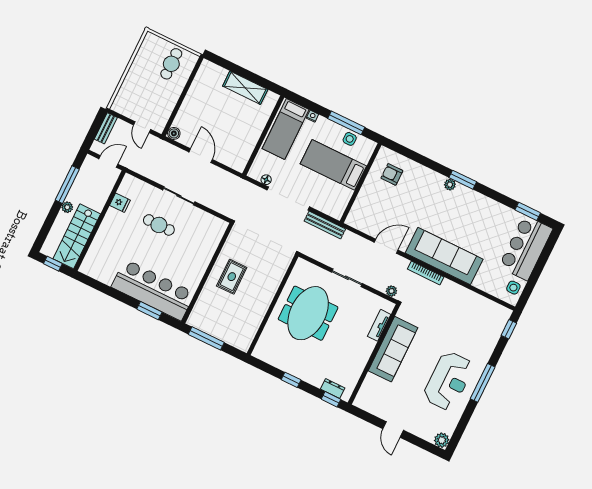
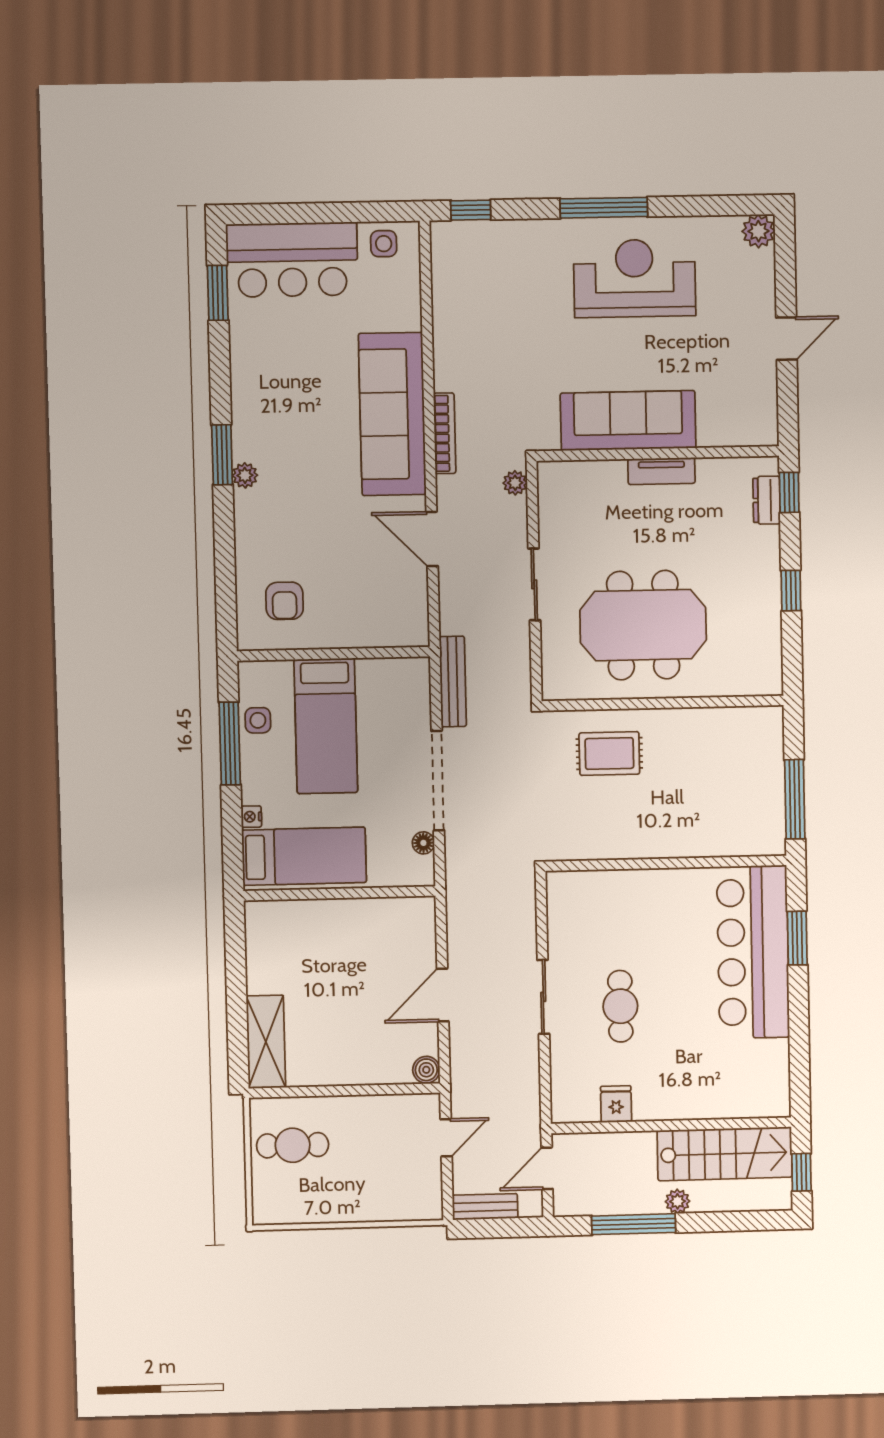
shelving: (245, 88) -> (266, 1042), moved
door: (108, 161) -> (547, 1168), hinge flipped
rug: (232, 277) -> (609, 754), moved
tv unit: (379, 325) -> (661, 471), moved

